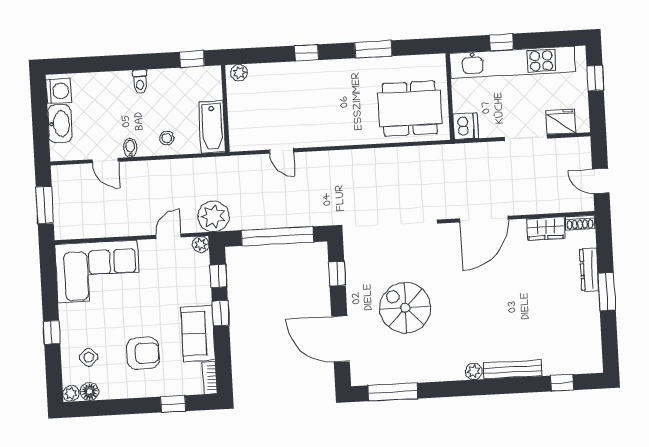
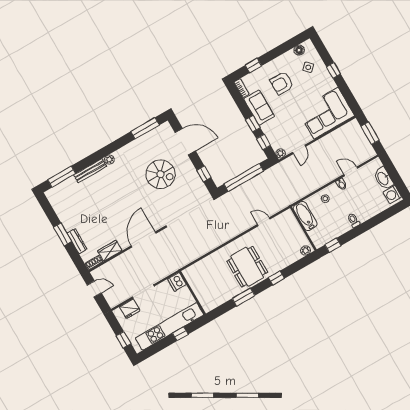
dining table: (410, 108) -> (247, 267), moved, turned 90
plant: (213, 216) -> (281, 171), removed
window: (562, 383) -> (62, 177), width x2.17
plant: (71, 393) -> (308, 44), removed

